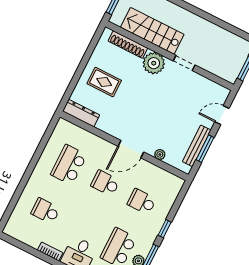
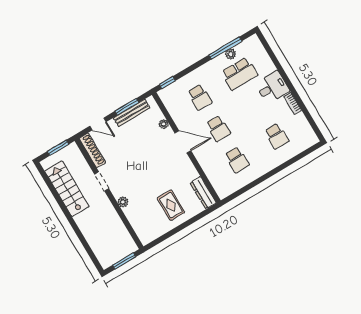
stairs: (152, 31) -> (67, 189), moved, turned 180
shoe rack: (128, 45) -> (92, 150), moved
plant: (154, 63) -> (123, 202), width x0.53, depth x0.53
school desk: (69, 165) -> (237, 160), width x0.54
window: (165, 229) -> (167, 83), moved

